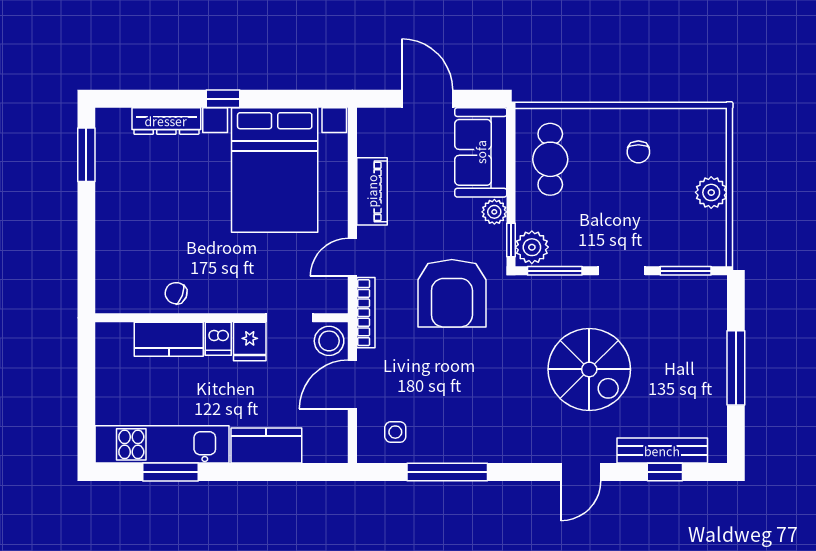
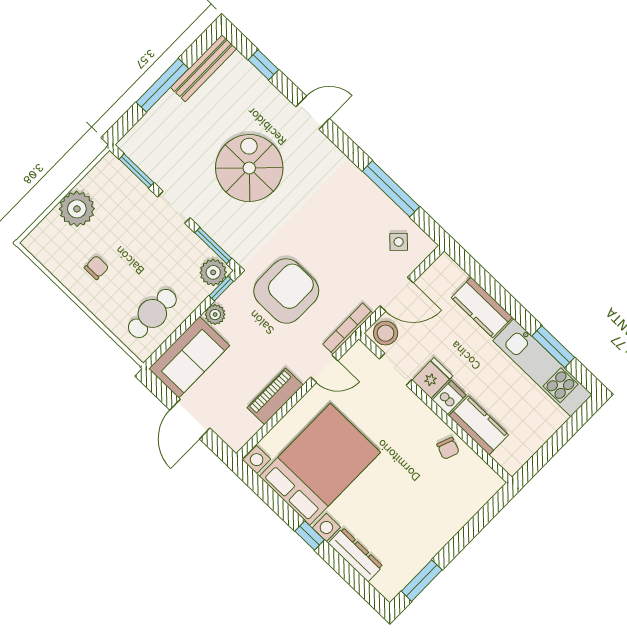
plant: (711, 192) -> (77, 209), width x1.36, depth x1.36
side table: (395, 432) -> (399, 242), turned 45
bench: (662, 451) -> (204, 68), moved, turned 90

